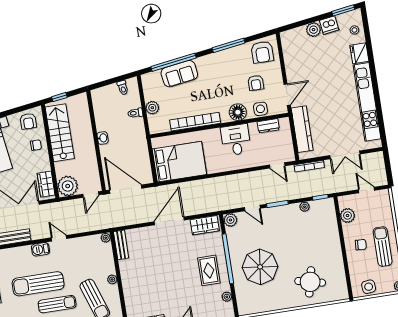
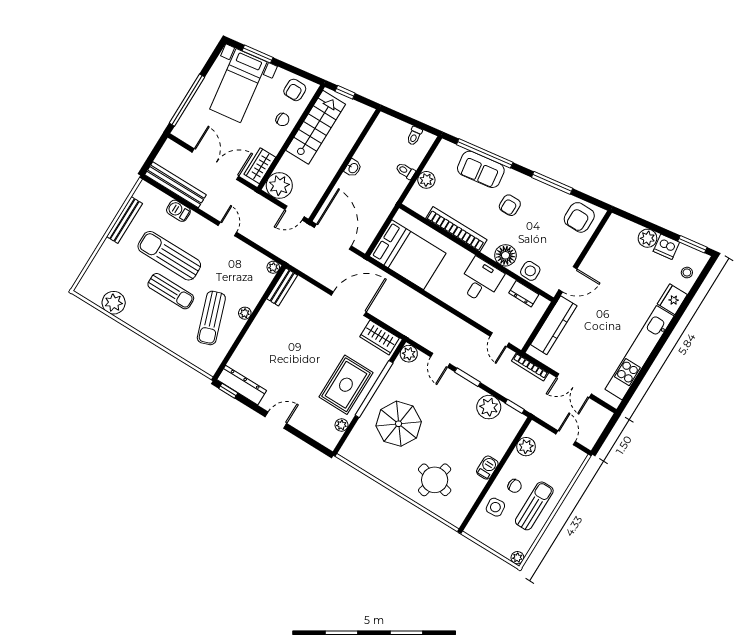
armchair: (256, 83) -> (510, 205), moved
plant: (305, 207) -> (489, 407), width x1.87, depth x1.87
barbecue: (335, 248) -> (487, 468), added
barbecue: (40, 249) -> (178, 211), moved
rug: (209, 270) -> (346, 385), width x1.36, depth x1.43
side table: (369, 287) -> (495, 507), moved

